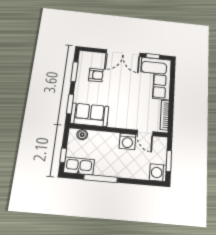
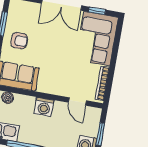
armchair: (96, 75) -> (19, 41), moved
washing machine: (127, 141) -> (44, 107), moved

